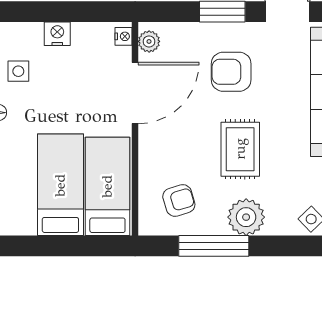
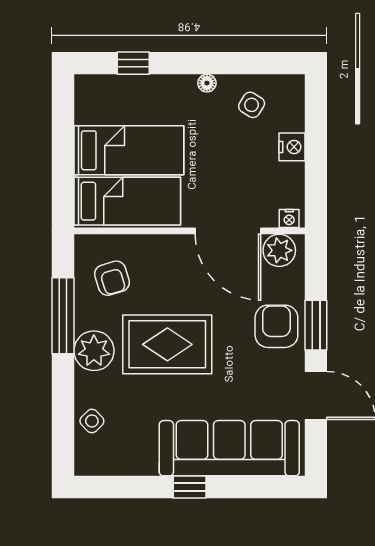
plant: (149, 41) -> (279, 250), width x1.38, depth x1.38
side table: (18, 71) -> (252, 105), turned 32
armchair: (231, 72) -> (276, 326), moved
rug: (240, 149) -> (167, 344), width x1.36, depth x1.43

